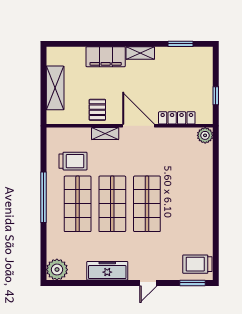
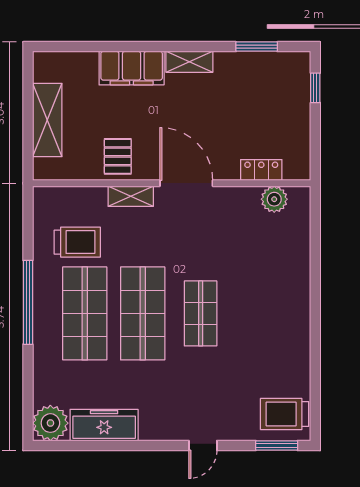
window: (216, 96) -> (315, 88), moved
locker: (177, 118) -> (261, 170), width x0.66
plant: (205, 135) -> (274, 199), moved
shop shelf: (147, 204) -> (201, 313), width x0.70, depth x0.74
freezer: (107, 271) -> (104, 425), moved

